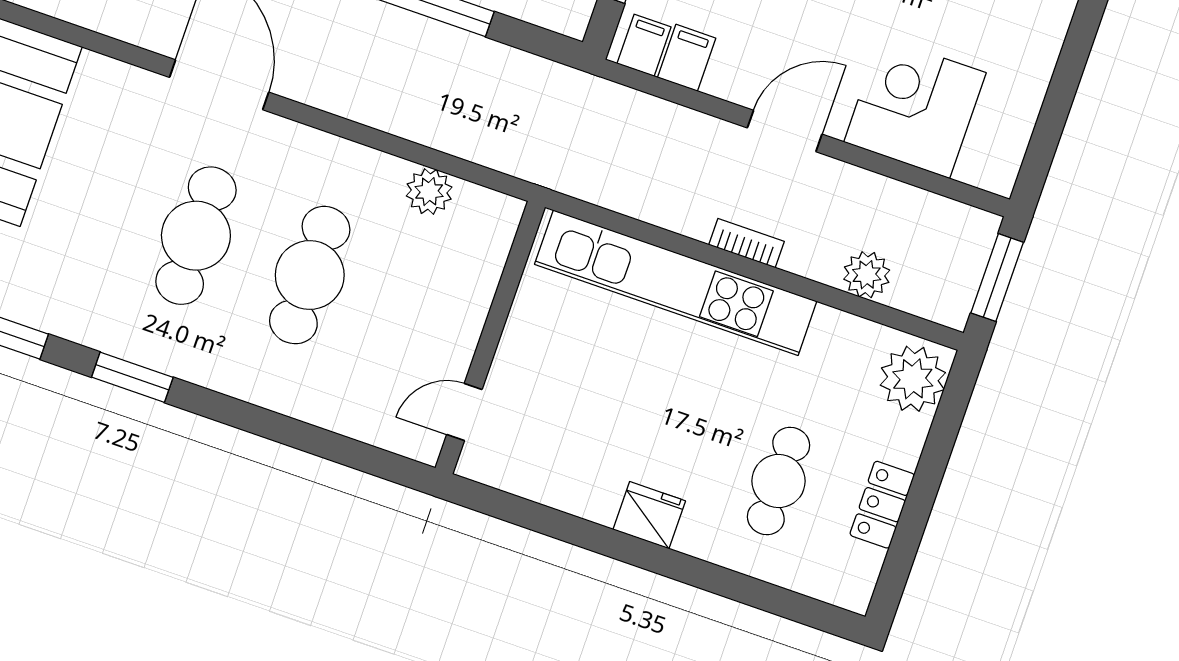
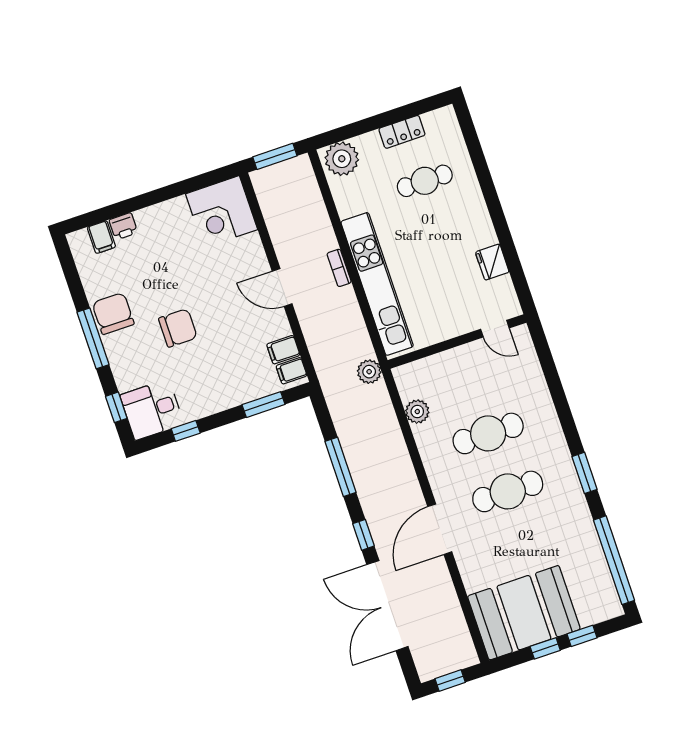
corner desk: (915, 107) -> (222, 212), moved
plant: (867, 275) -> (369, 372), moved
fridge: (649, 515) -> (492, 262), moved

